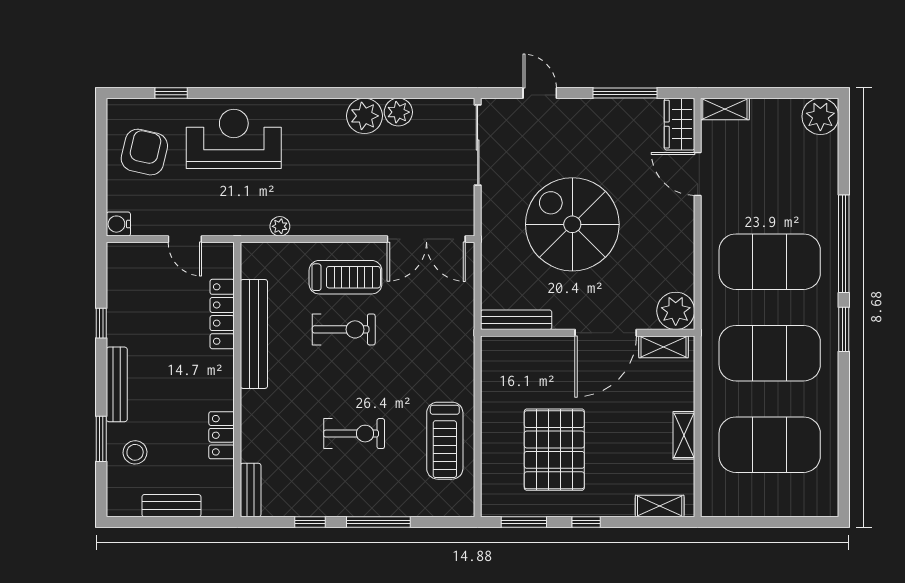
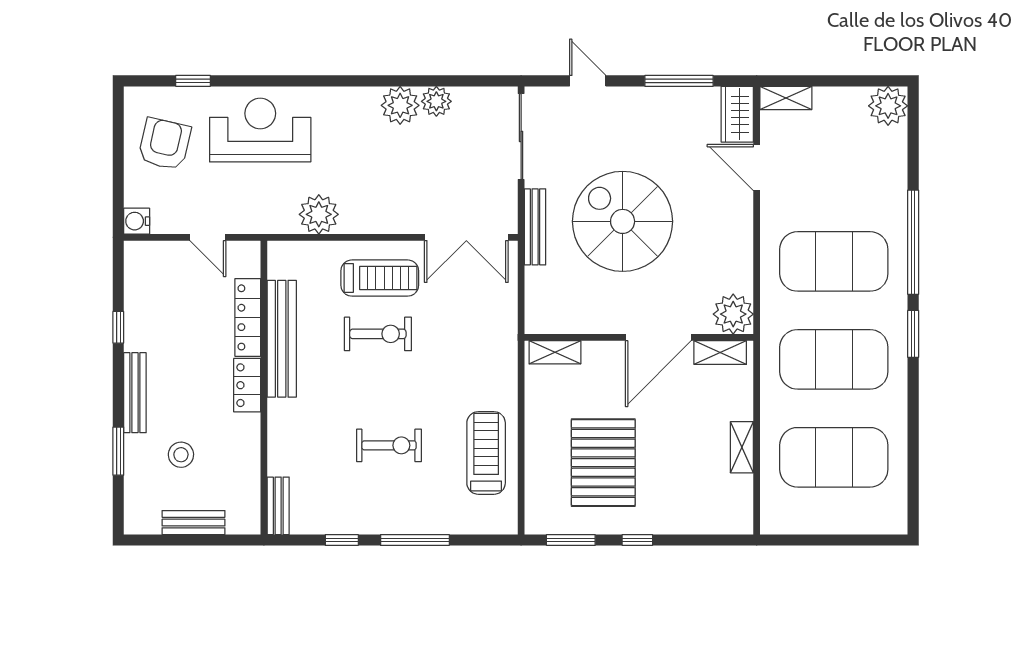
plant: (280, 226) -> (319, 214), width x1.87, depth x1.87
bench: (516, 320) -> (535, 227), moved, turned 90
locker: (222, 435) -> (247, 385), moved
treadmill: (445, 441) -> (486, 453), turned 180
stool: (135, 452) -> (181, 455), moved
shelving: (660, 506) -> (555, 352), moved

